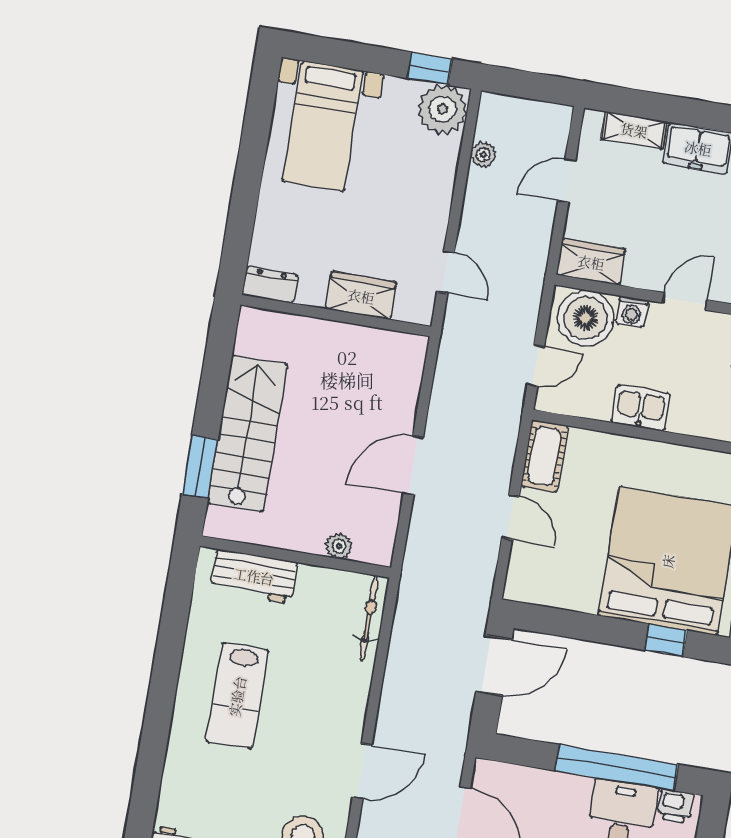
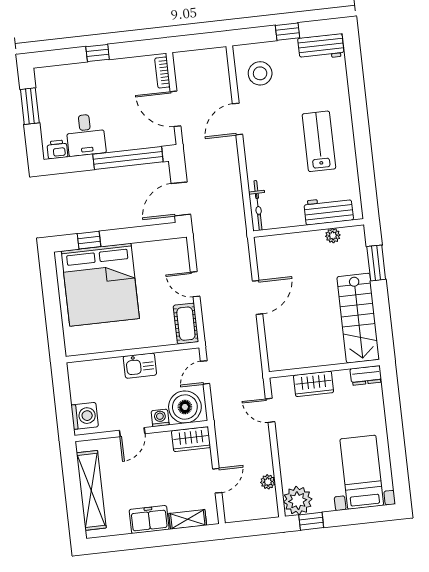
stairs: (247, 434) -> (358, 318), moved
plant: (339, 546) -> (333, 236), moved
window: (617, 768) -> (128, 158), moved

